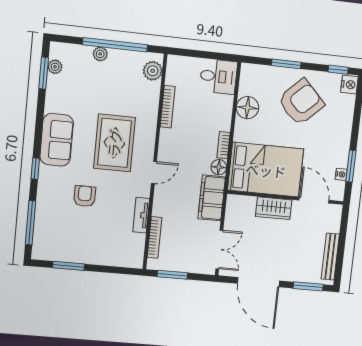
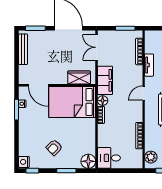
armchair: (301, 102) -> (54, 147), width x0.53, depth x0.53
floor lamp: (247, 108) -> (88, 161), moved
wardrobe: (274, 208) -> (79, 78), moved

